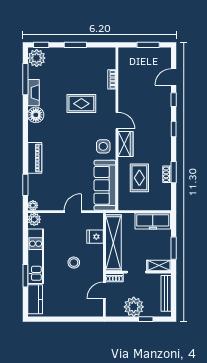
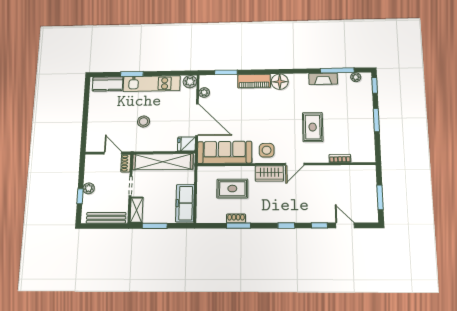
plant: (37, 58) -> (356, 77), width x0.53, depth x0.53
floor lamp: (36, 115) -> (280, 82), moved
plant: (33, 205) -> (204, 92), moved
door: (73, 212) -> (197, 120), width x1.88
fridge: (95, 237) -> (186, 144), moved, turned -90
plant: (134, 307) -> (89, 188), width x0.53, depth x0.53

